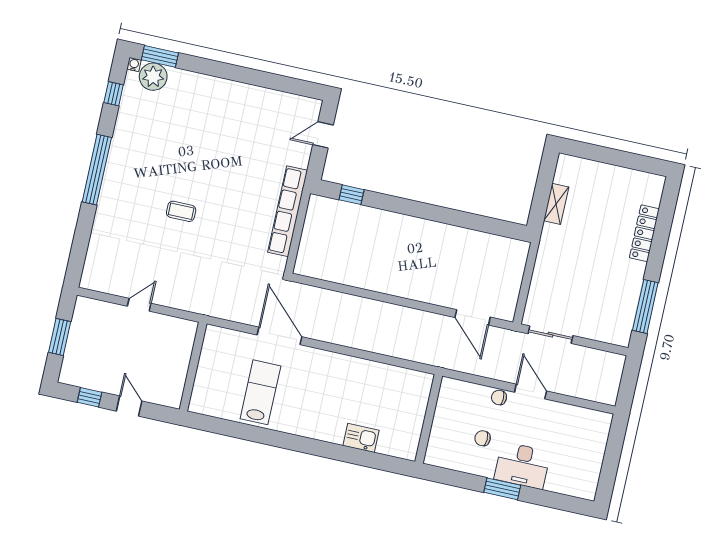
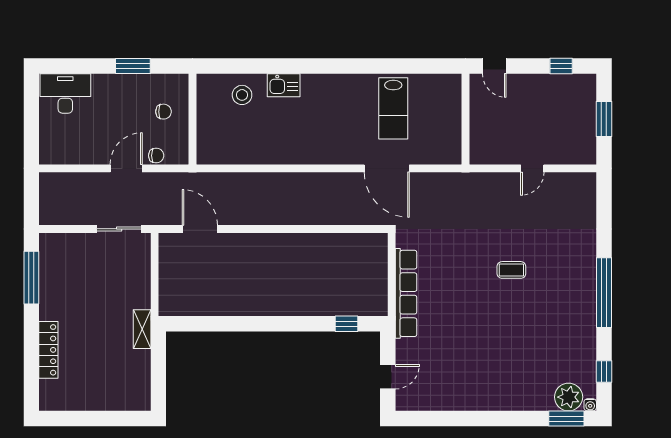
shelving: (556, 204) -> (142, 329), moved
door: (531, 392) -> (126, 168), swing flipped
door: (129, 406) -> (494, 66), moved
wall: (429, 419) -> (193, 119), moved
stool: (403, 438) -> (242, 95), added
desk: (522, 465) -> (65, 93), moved

